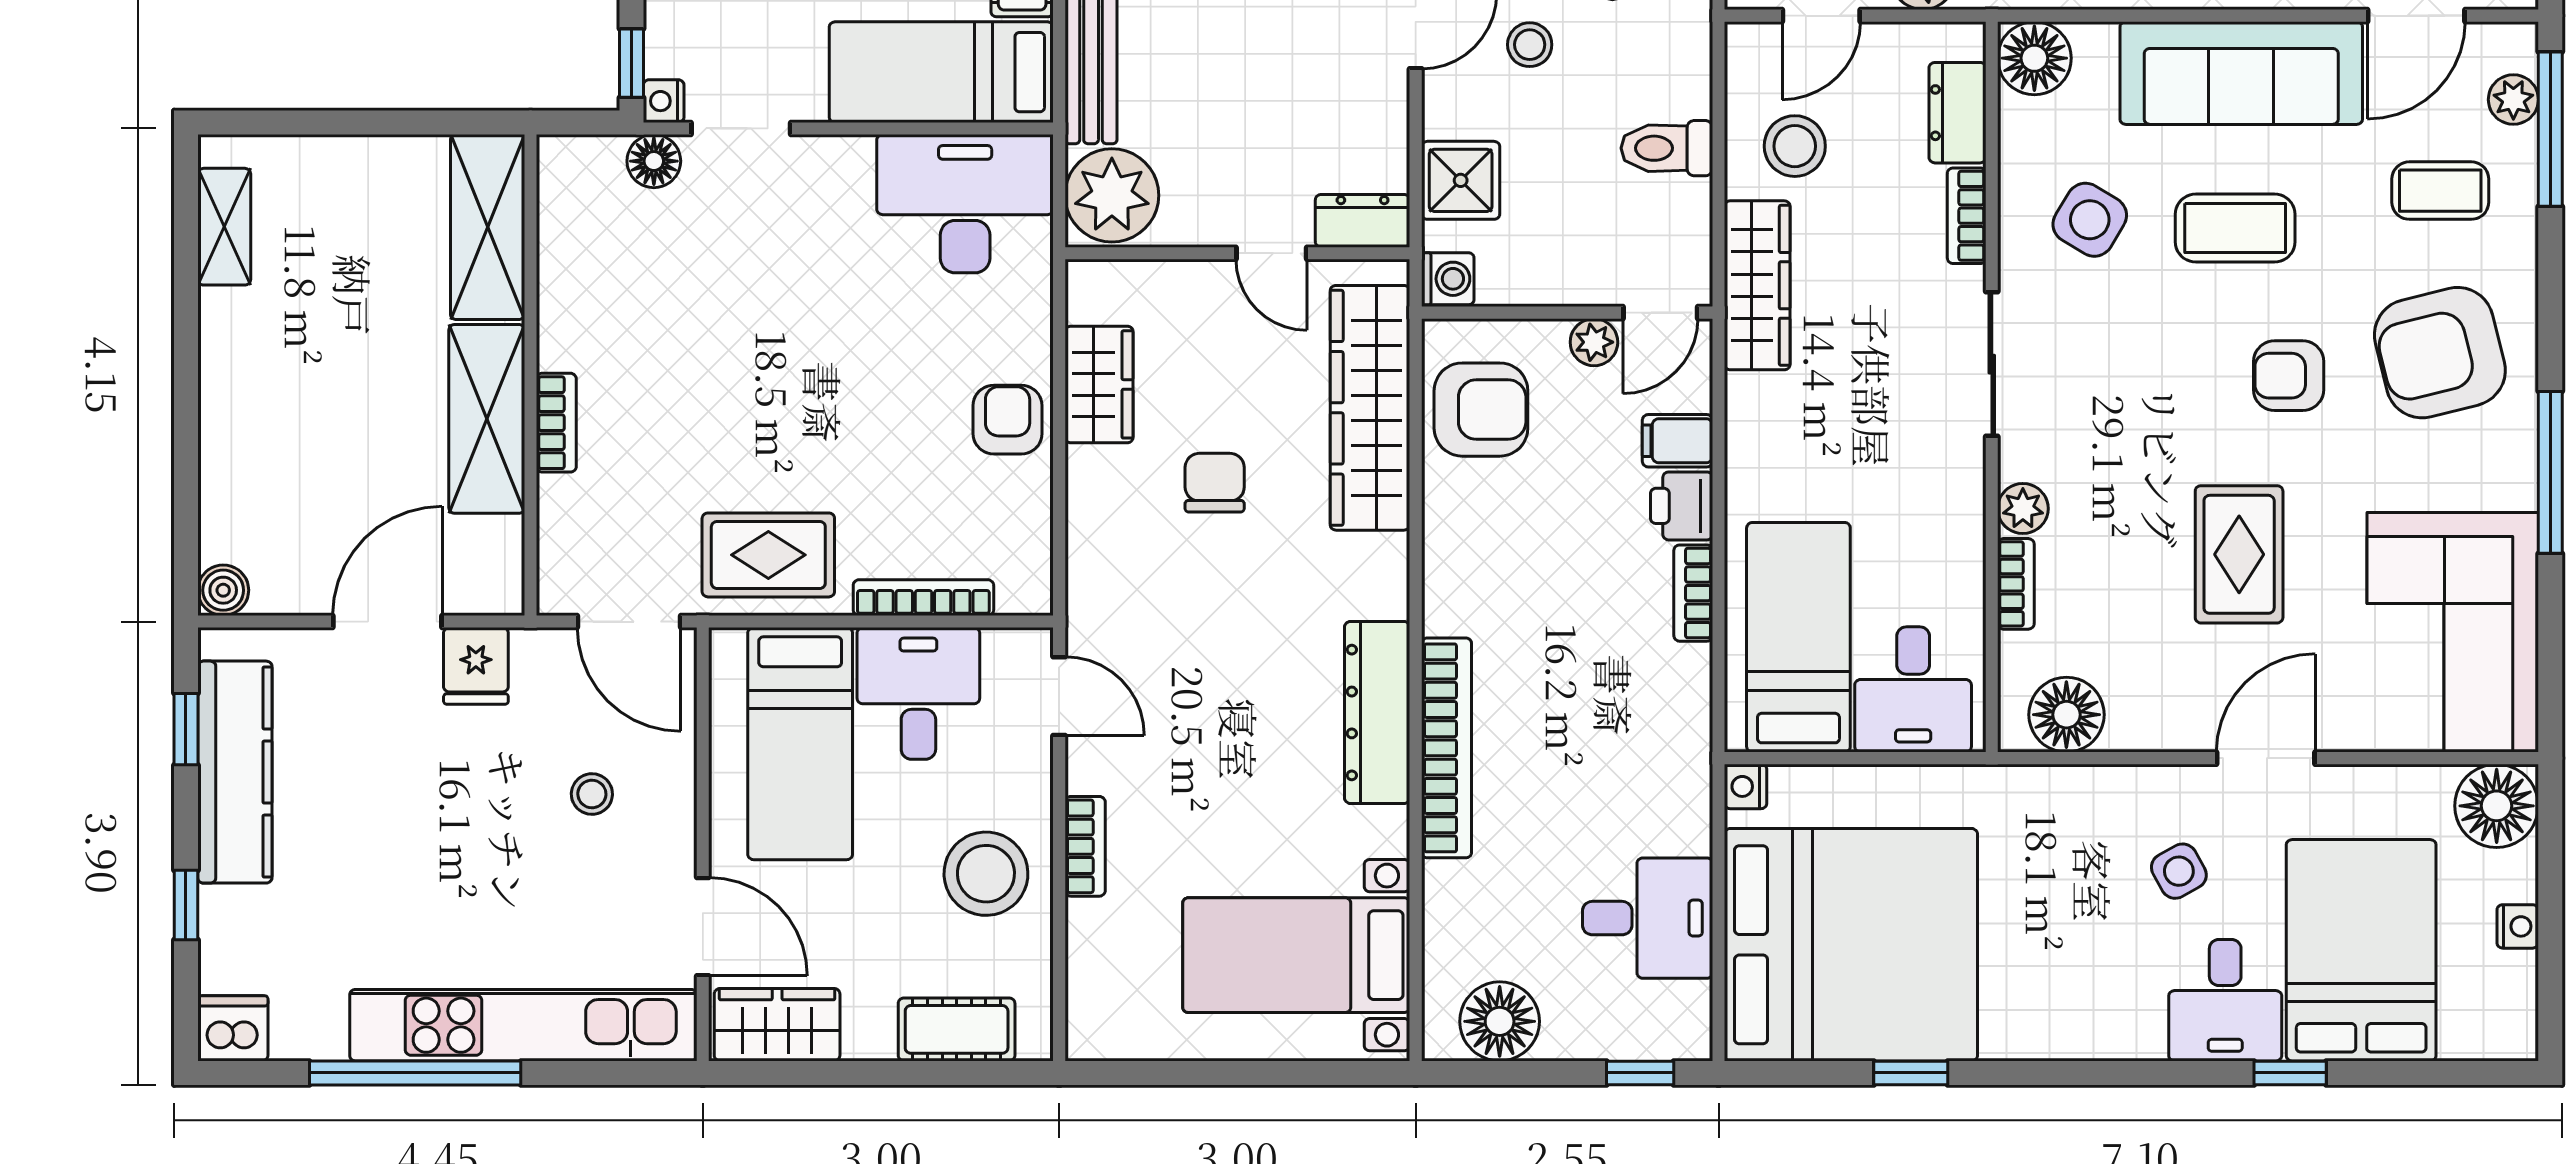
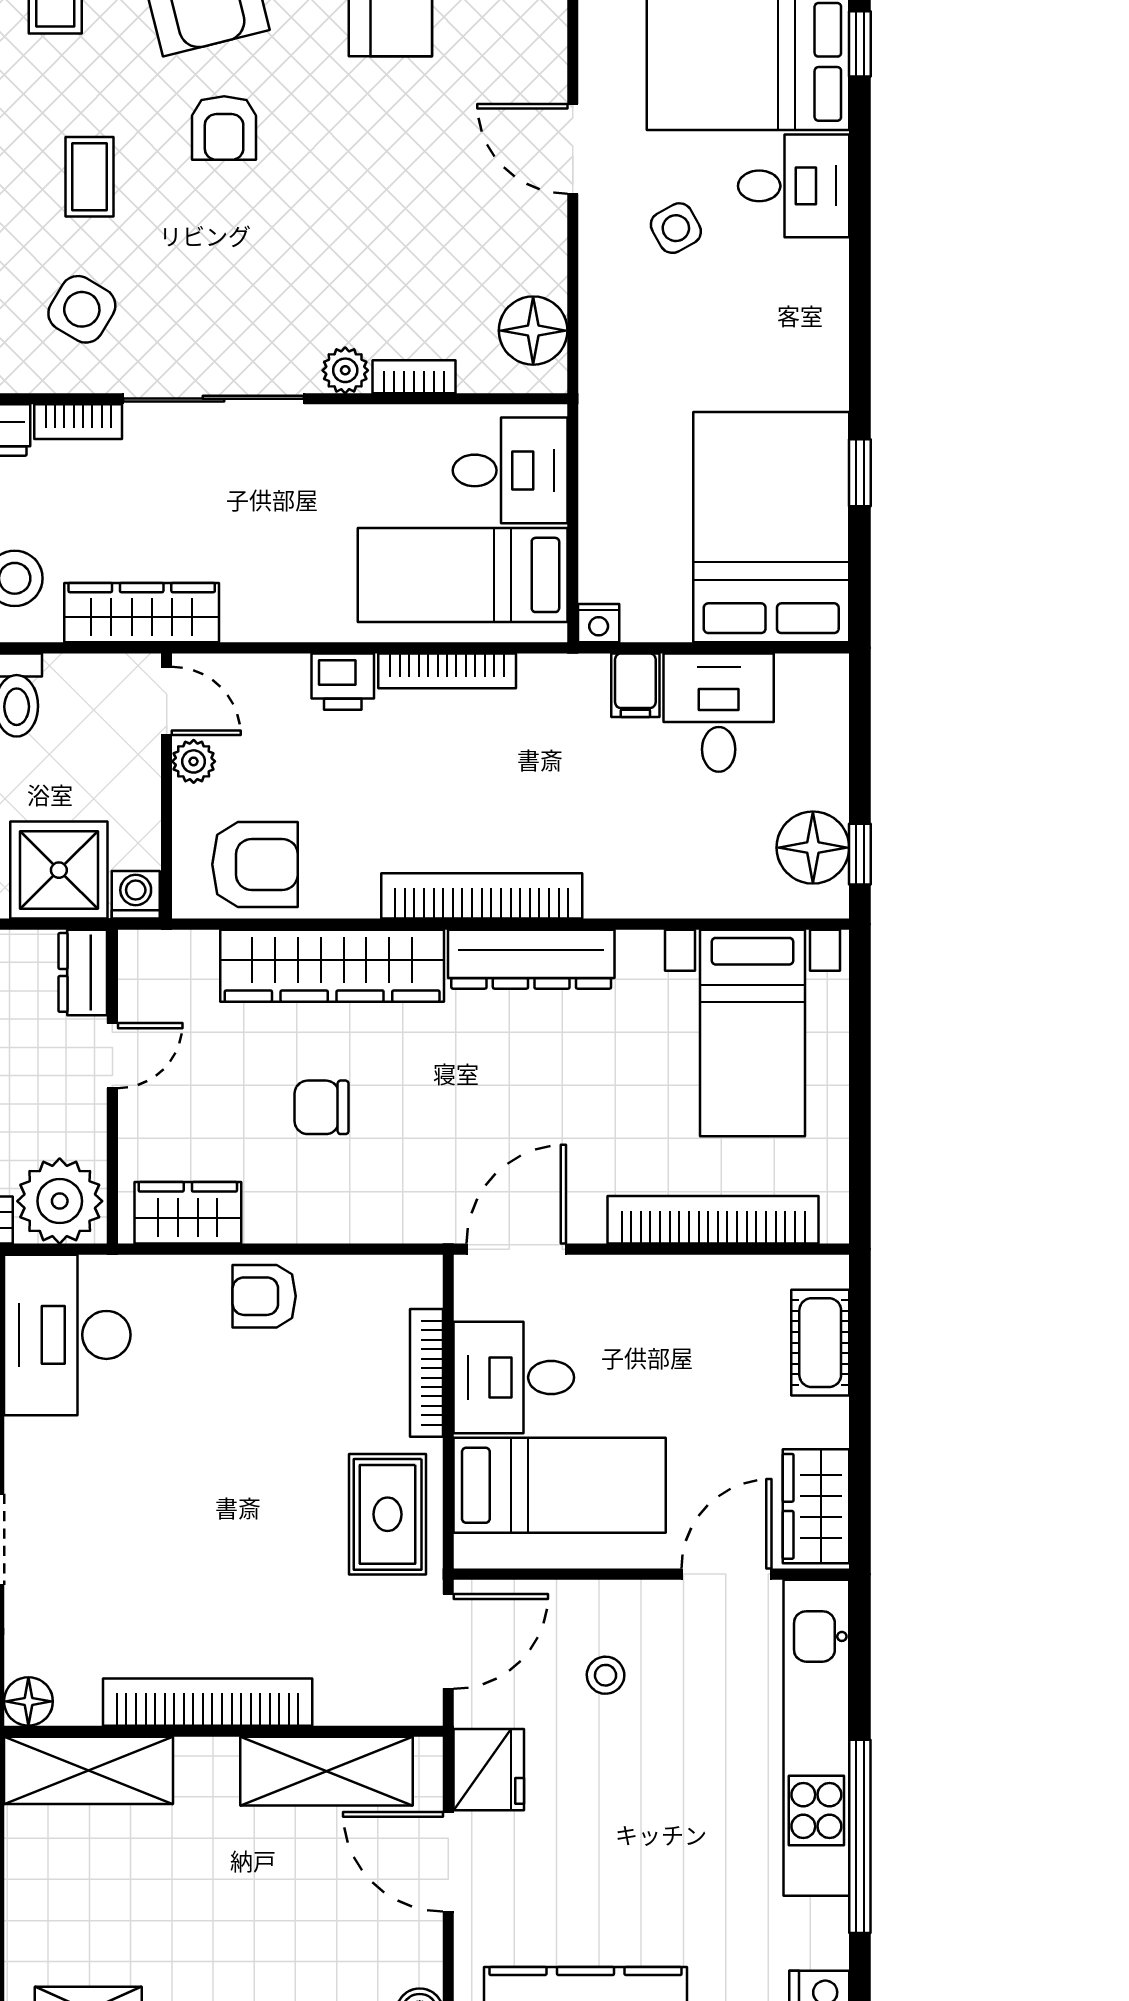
floor lamp: (654, 161) -> (28, 1701), moved
shower: (1461, 180) -> (59, 870), width x1.36, depth x1.36
coffee table: (2235, 228) -> (89, 177), width x0.73, depth x0.77
sliding door: (1992, 364) -> (213, 399), width x1.37
wardrobe: (1099, 384) -> (188, 1213), moved
wardrobe: (1370, 408) -> (332, 966), moved
armchair: (1481, 410) -> (255, 864), turned 90
shelving: (487, 419) -> (327, 1771), moved
bookcase: (556, 423) -> (208, 1702), width x2.31, depth x1.31
filing cabinet: (1678, 441) -> (635, 685), moved
rug: (2239, 554) -> (387, 173), removed
bookcase: (1693, 593) -> (447, 671), width x1.56
fridge: (476, 666) -> (489, 1770), width x1.38
door: (1059, 696) -> (516, 1249), width x1.38
bookcase: (1447, 748) -> (482, 896), moved
bookcase: (1085, 846) -> (713, 1220), width x2.31, depth x1.31
stool: (986, 874) -> (678, 1316), removed
bed: (1851, 945) -> (771, 527), width x0.73
window: (1640, 1073) -> (860, 854), moved
window: (2290, 1073) -> (860, 44), moved

